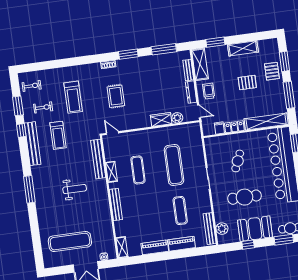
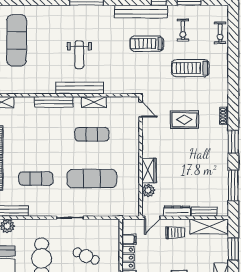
exercise bike: (32, 86) -> (220, 33), moved
door: (112, 133) -> (141, 109), hinge flipped
bench: (98, 159) -> (80, 88), moved

